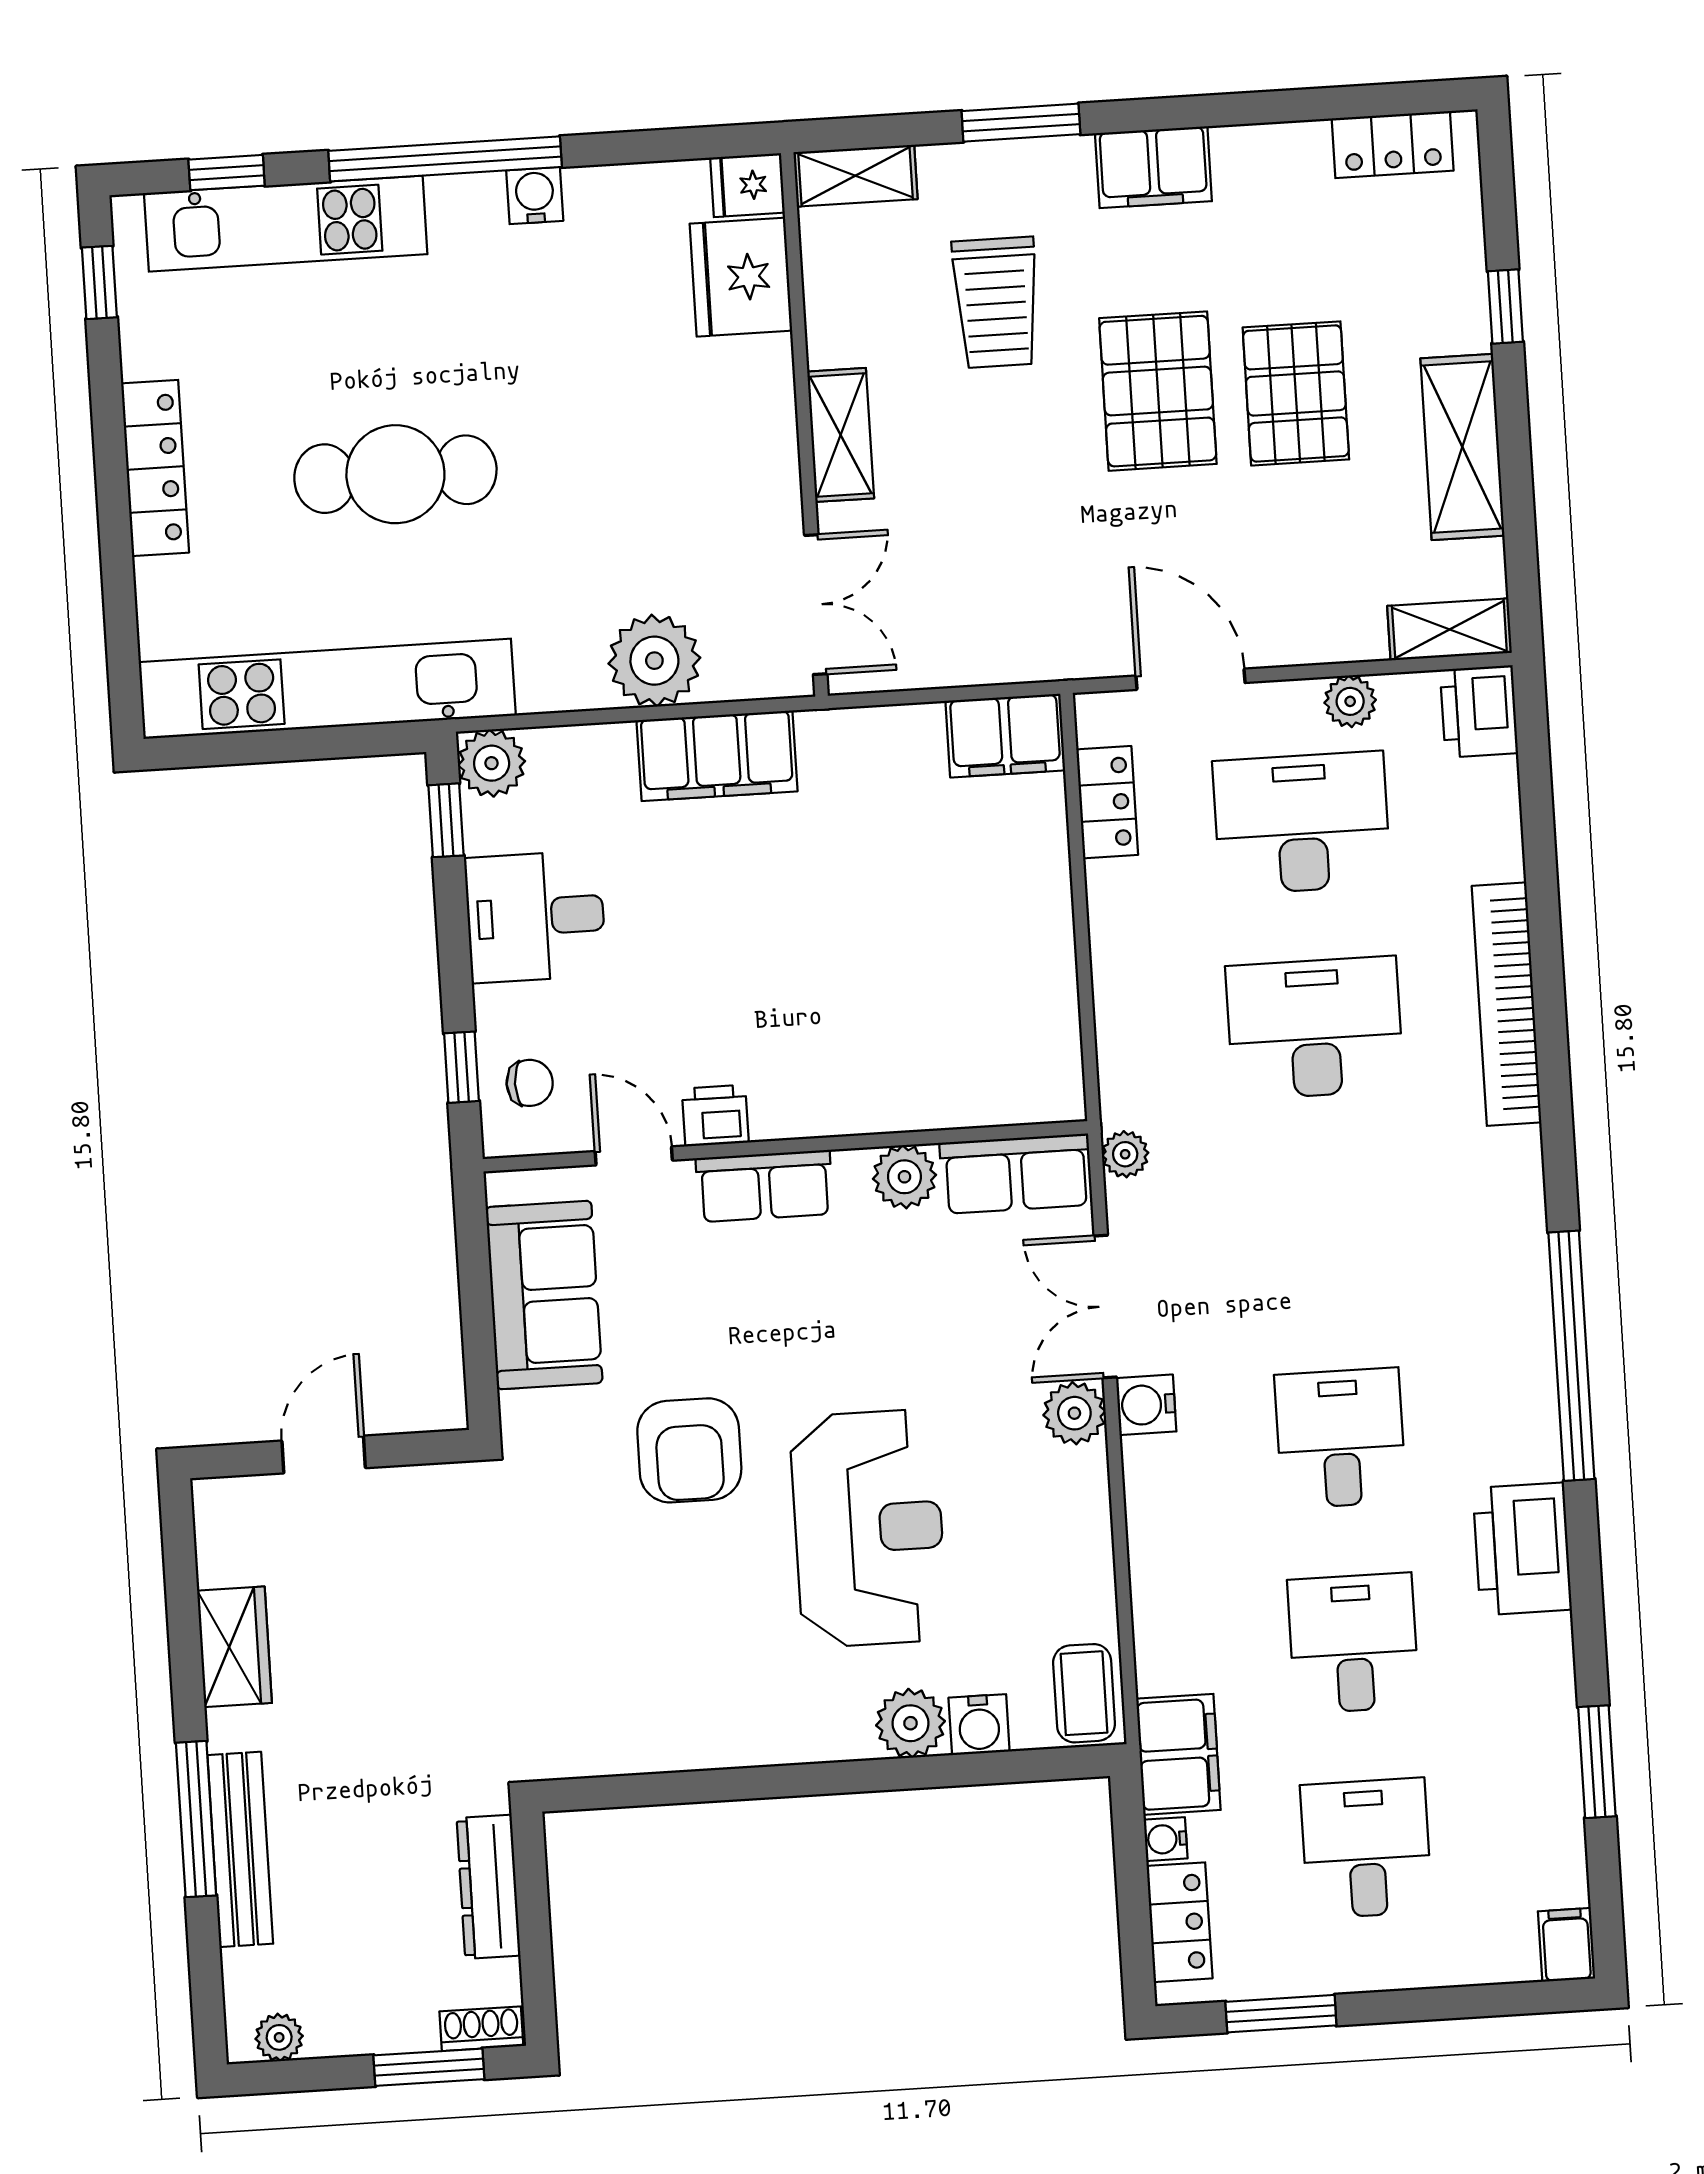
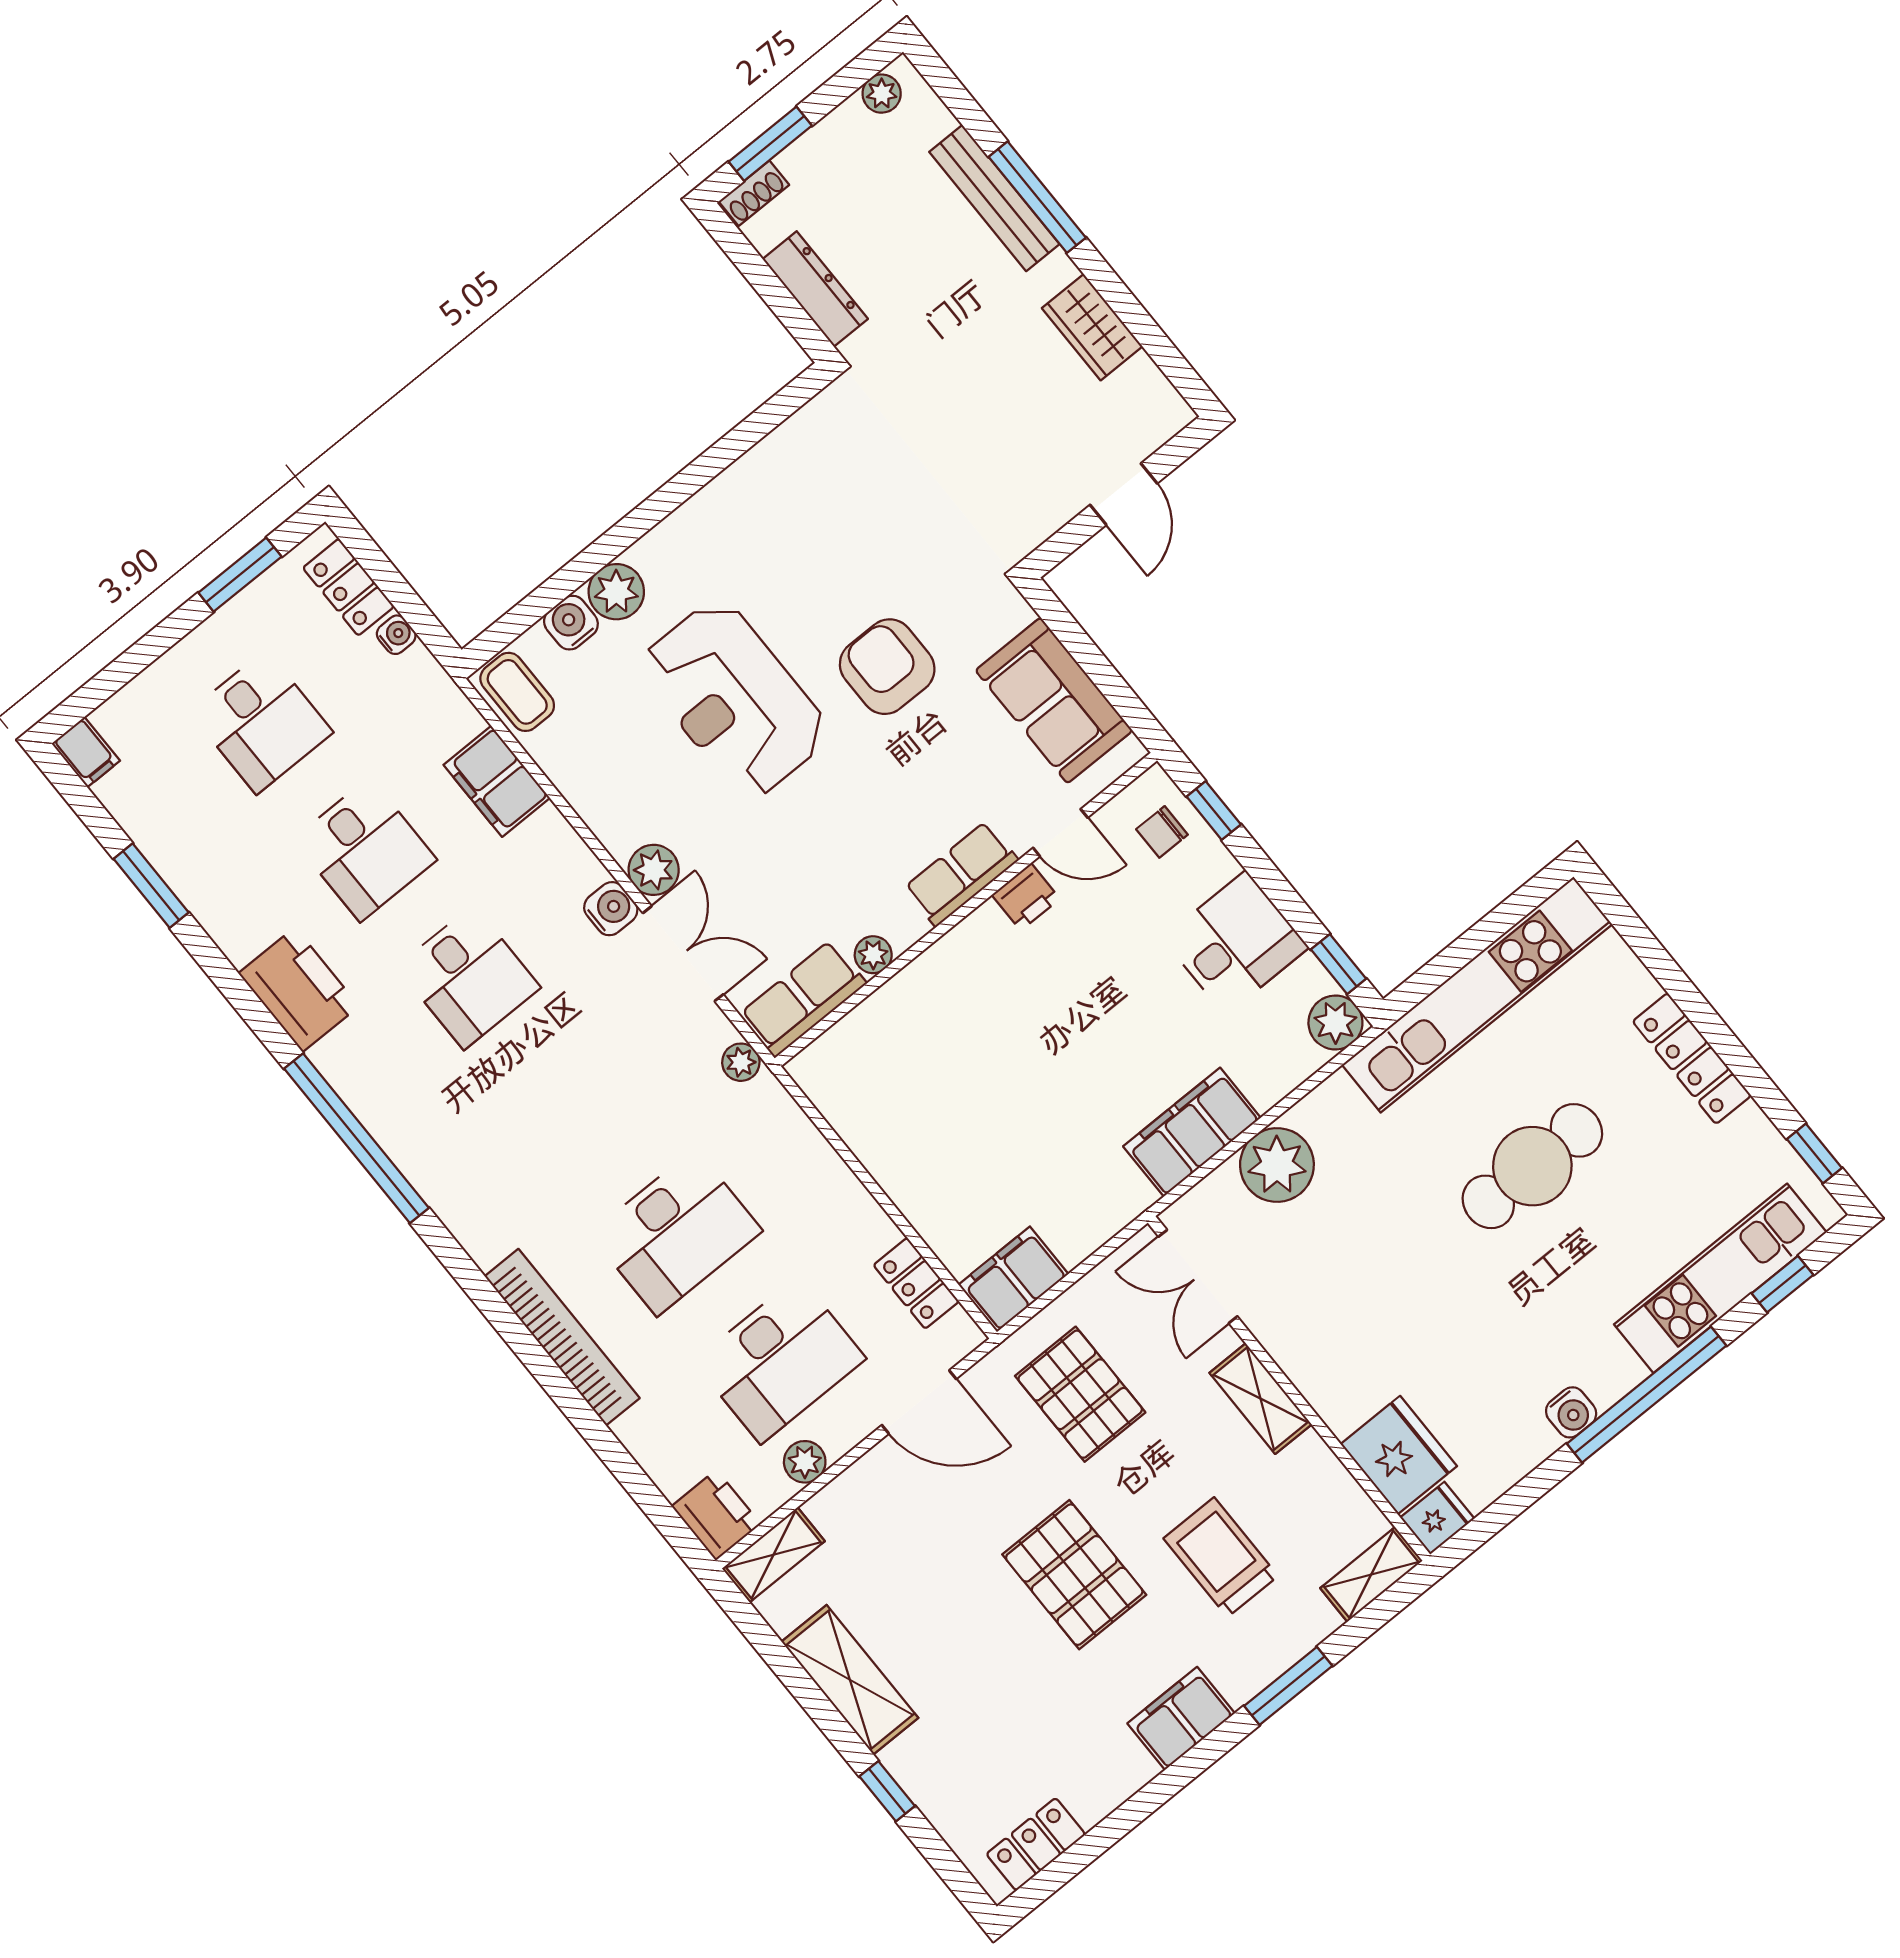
pallet: (1296, 393) -> (1080, 1394), moved
plant: (904, 1177) -> (873, 955), width x0.73, depth x0.73
filing cabinet: (1178, 1754) -> (497, 781), moved

